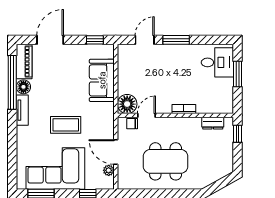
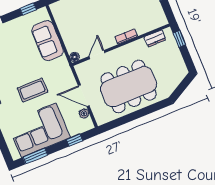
floor lamp: (127, 104) -> (75, 57), width x0.53, depth x0.53
chair: (132, 124) -> (88, 66), removed
dining table: (166, 161) -> (129, 87), width x1.36, depth x1.24

